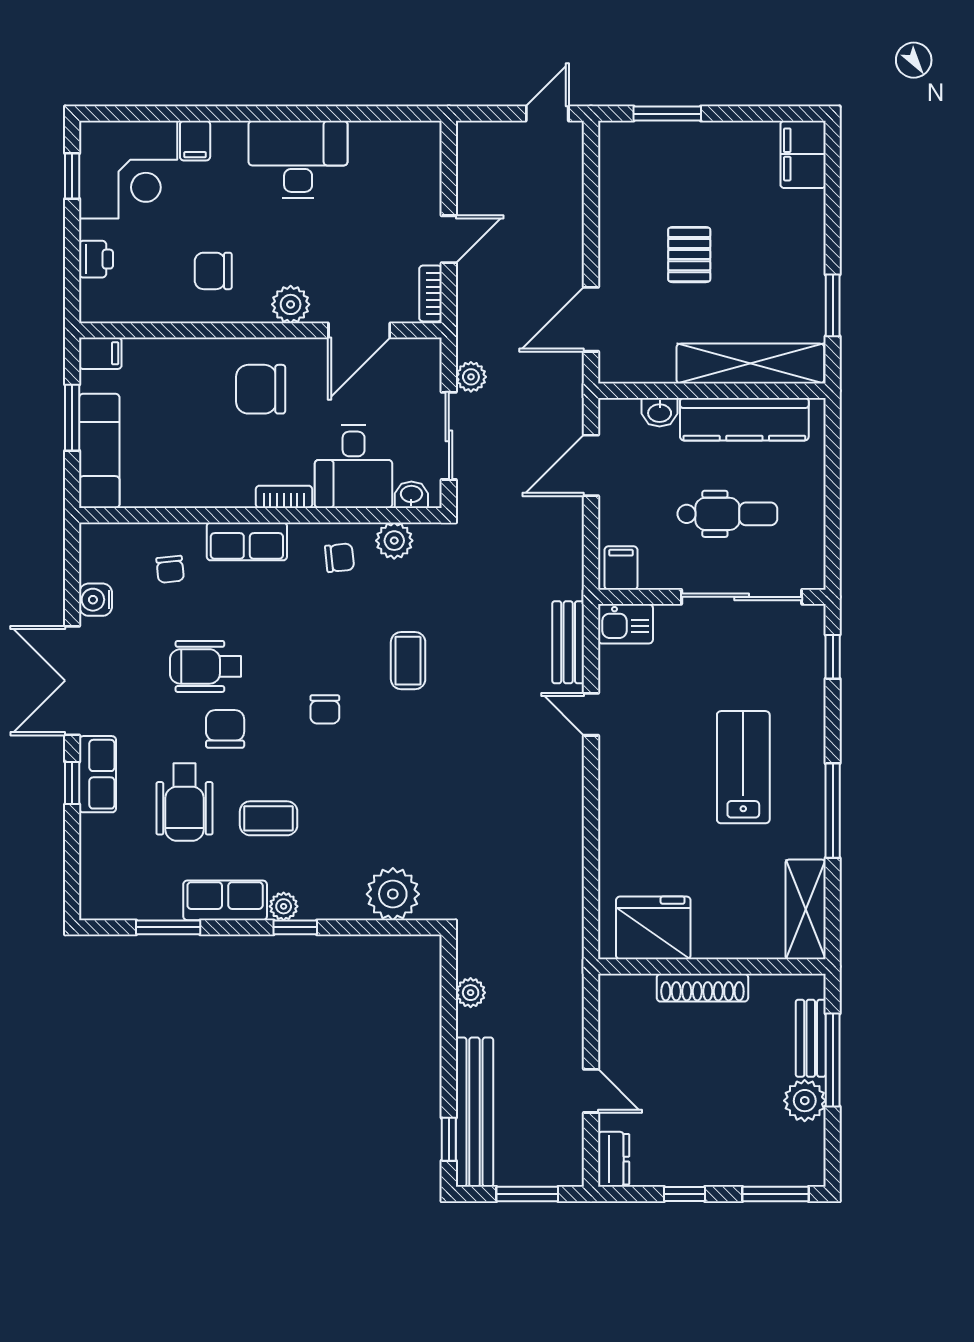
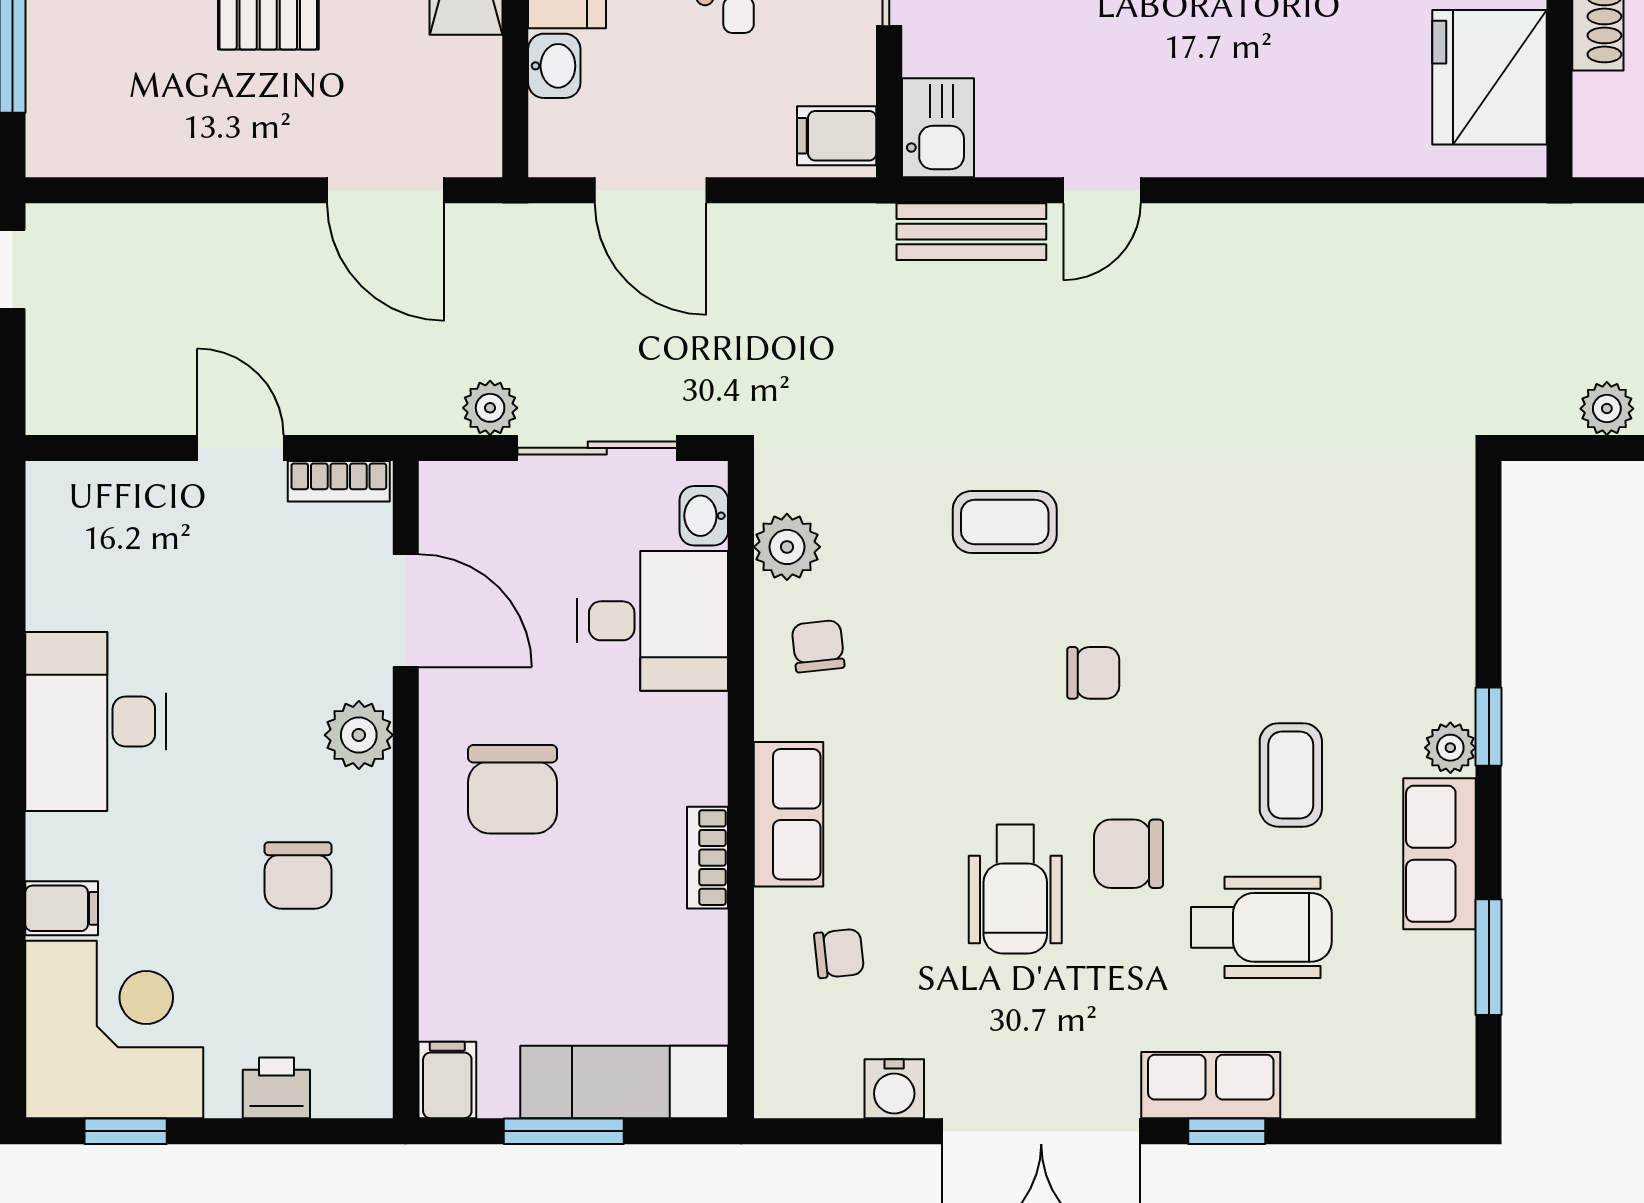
bookcase: (284, 497) -> (708, 858), moved
plant: (393, 894) -> (1428, 550), removed

